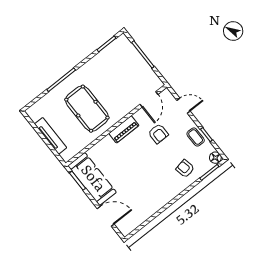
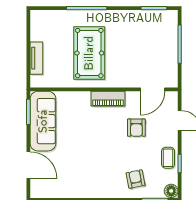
tv unit: (51, 136) -> (36, 58), width x0.71

